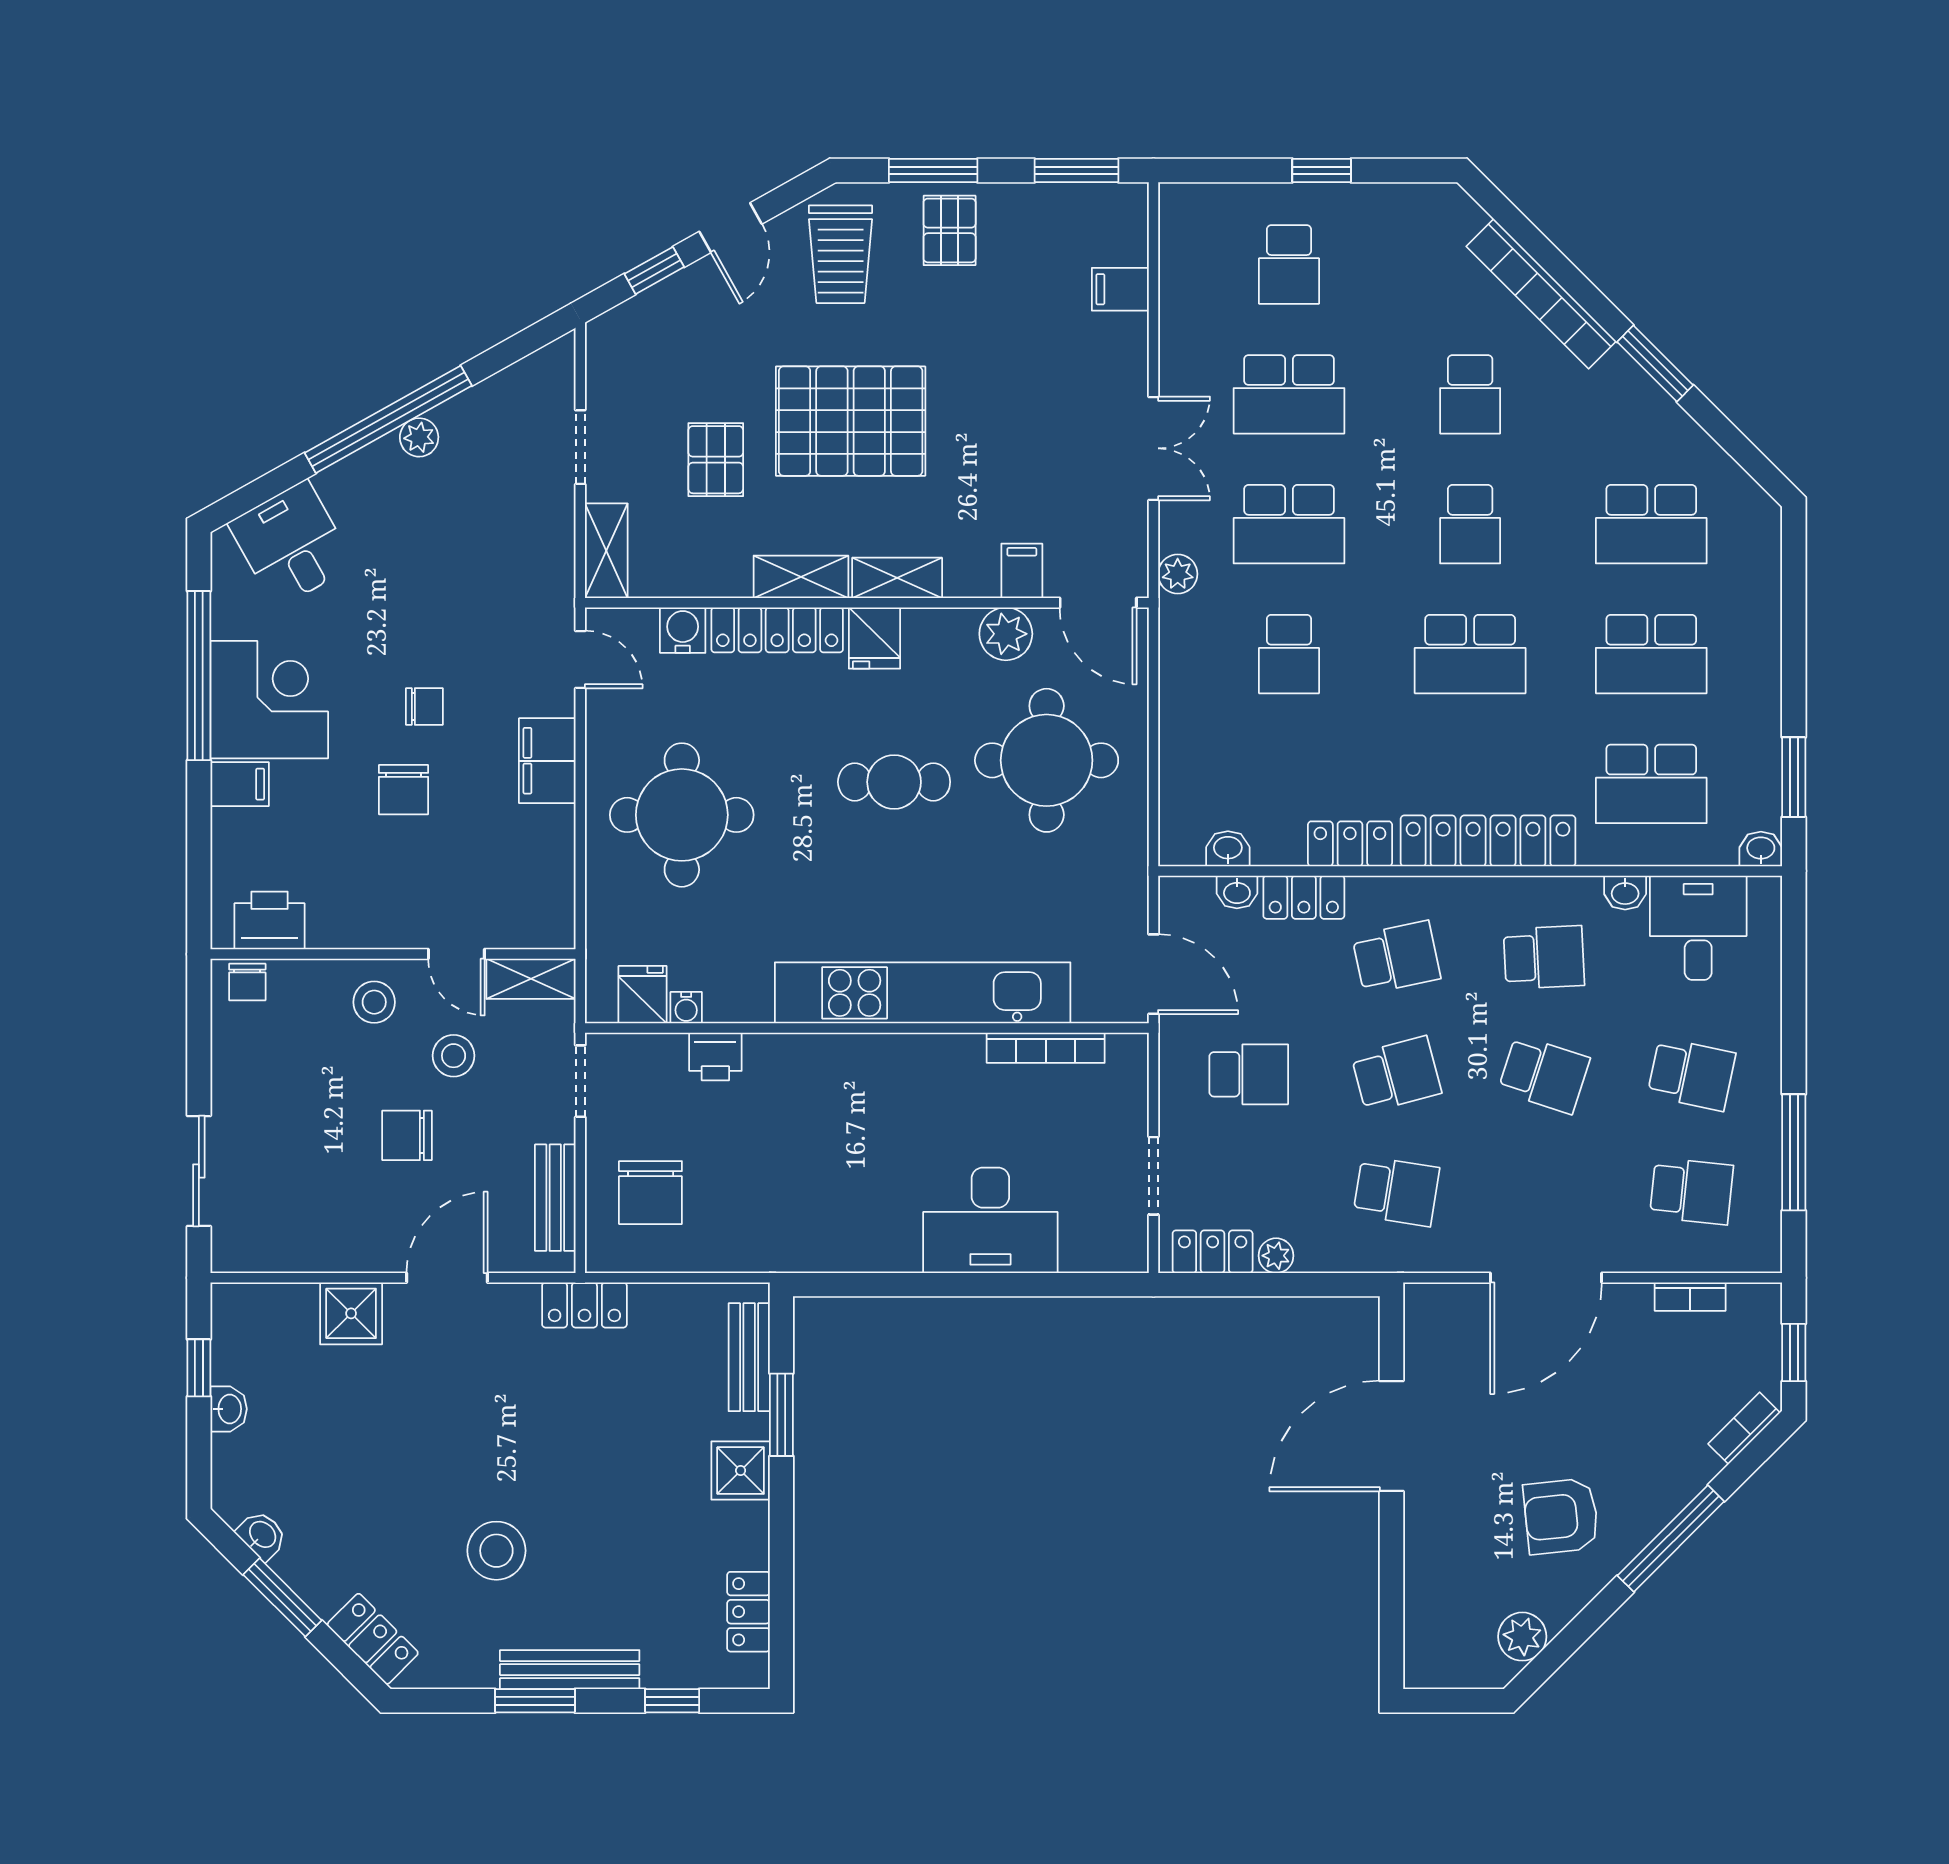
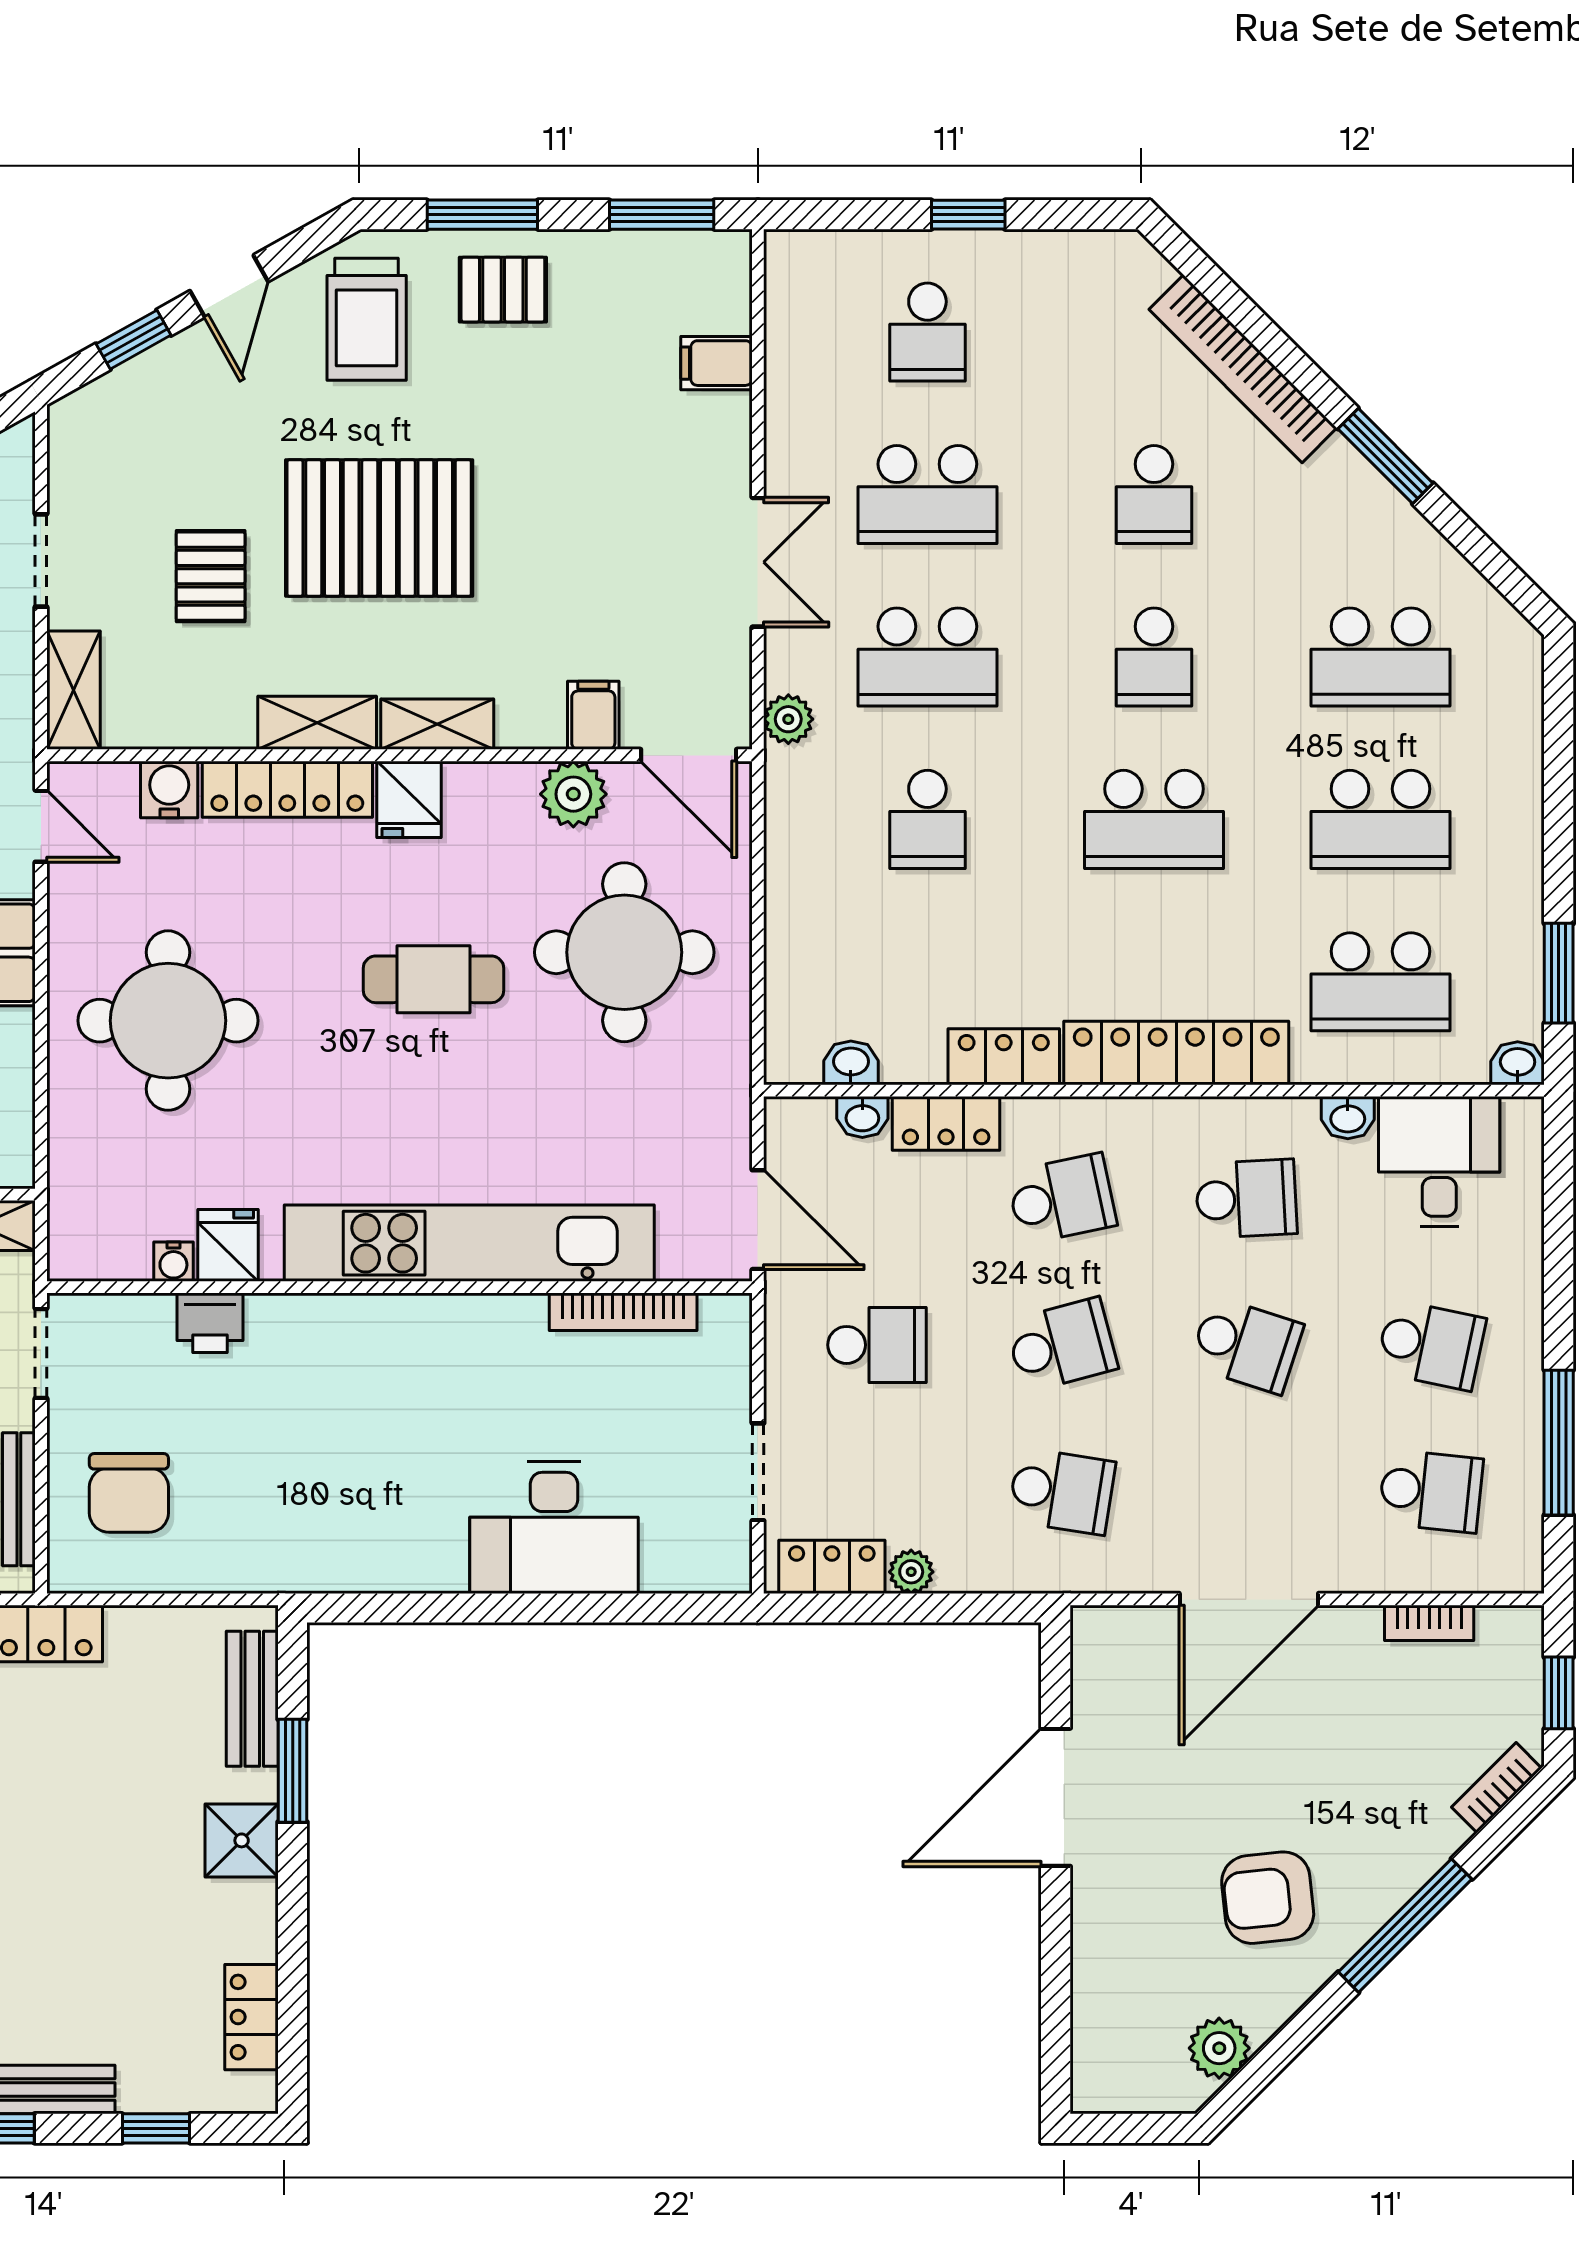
pallet: (950, 230) -> (503, 290), turned 90
fridge: (643, 995) -> (228, 1245), moved

